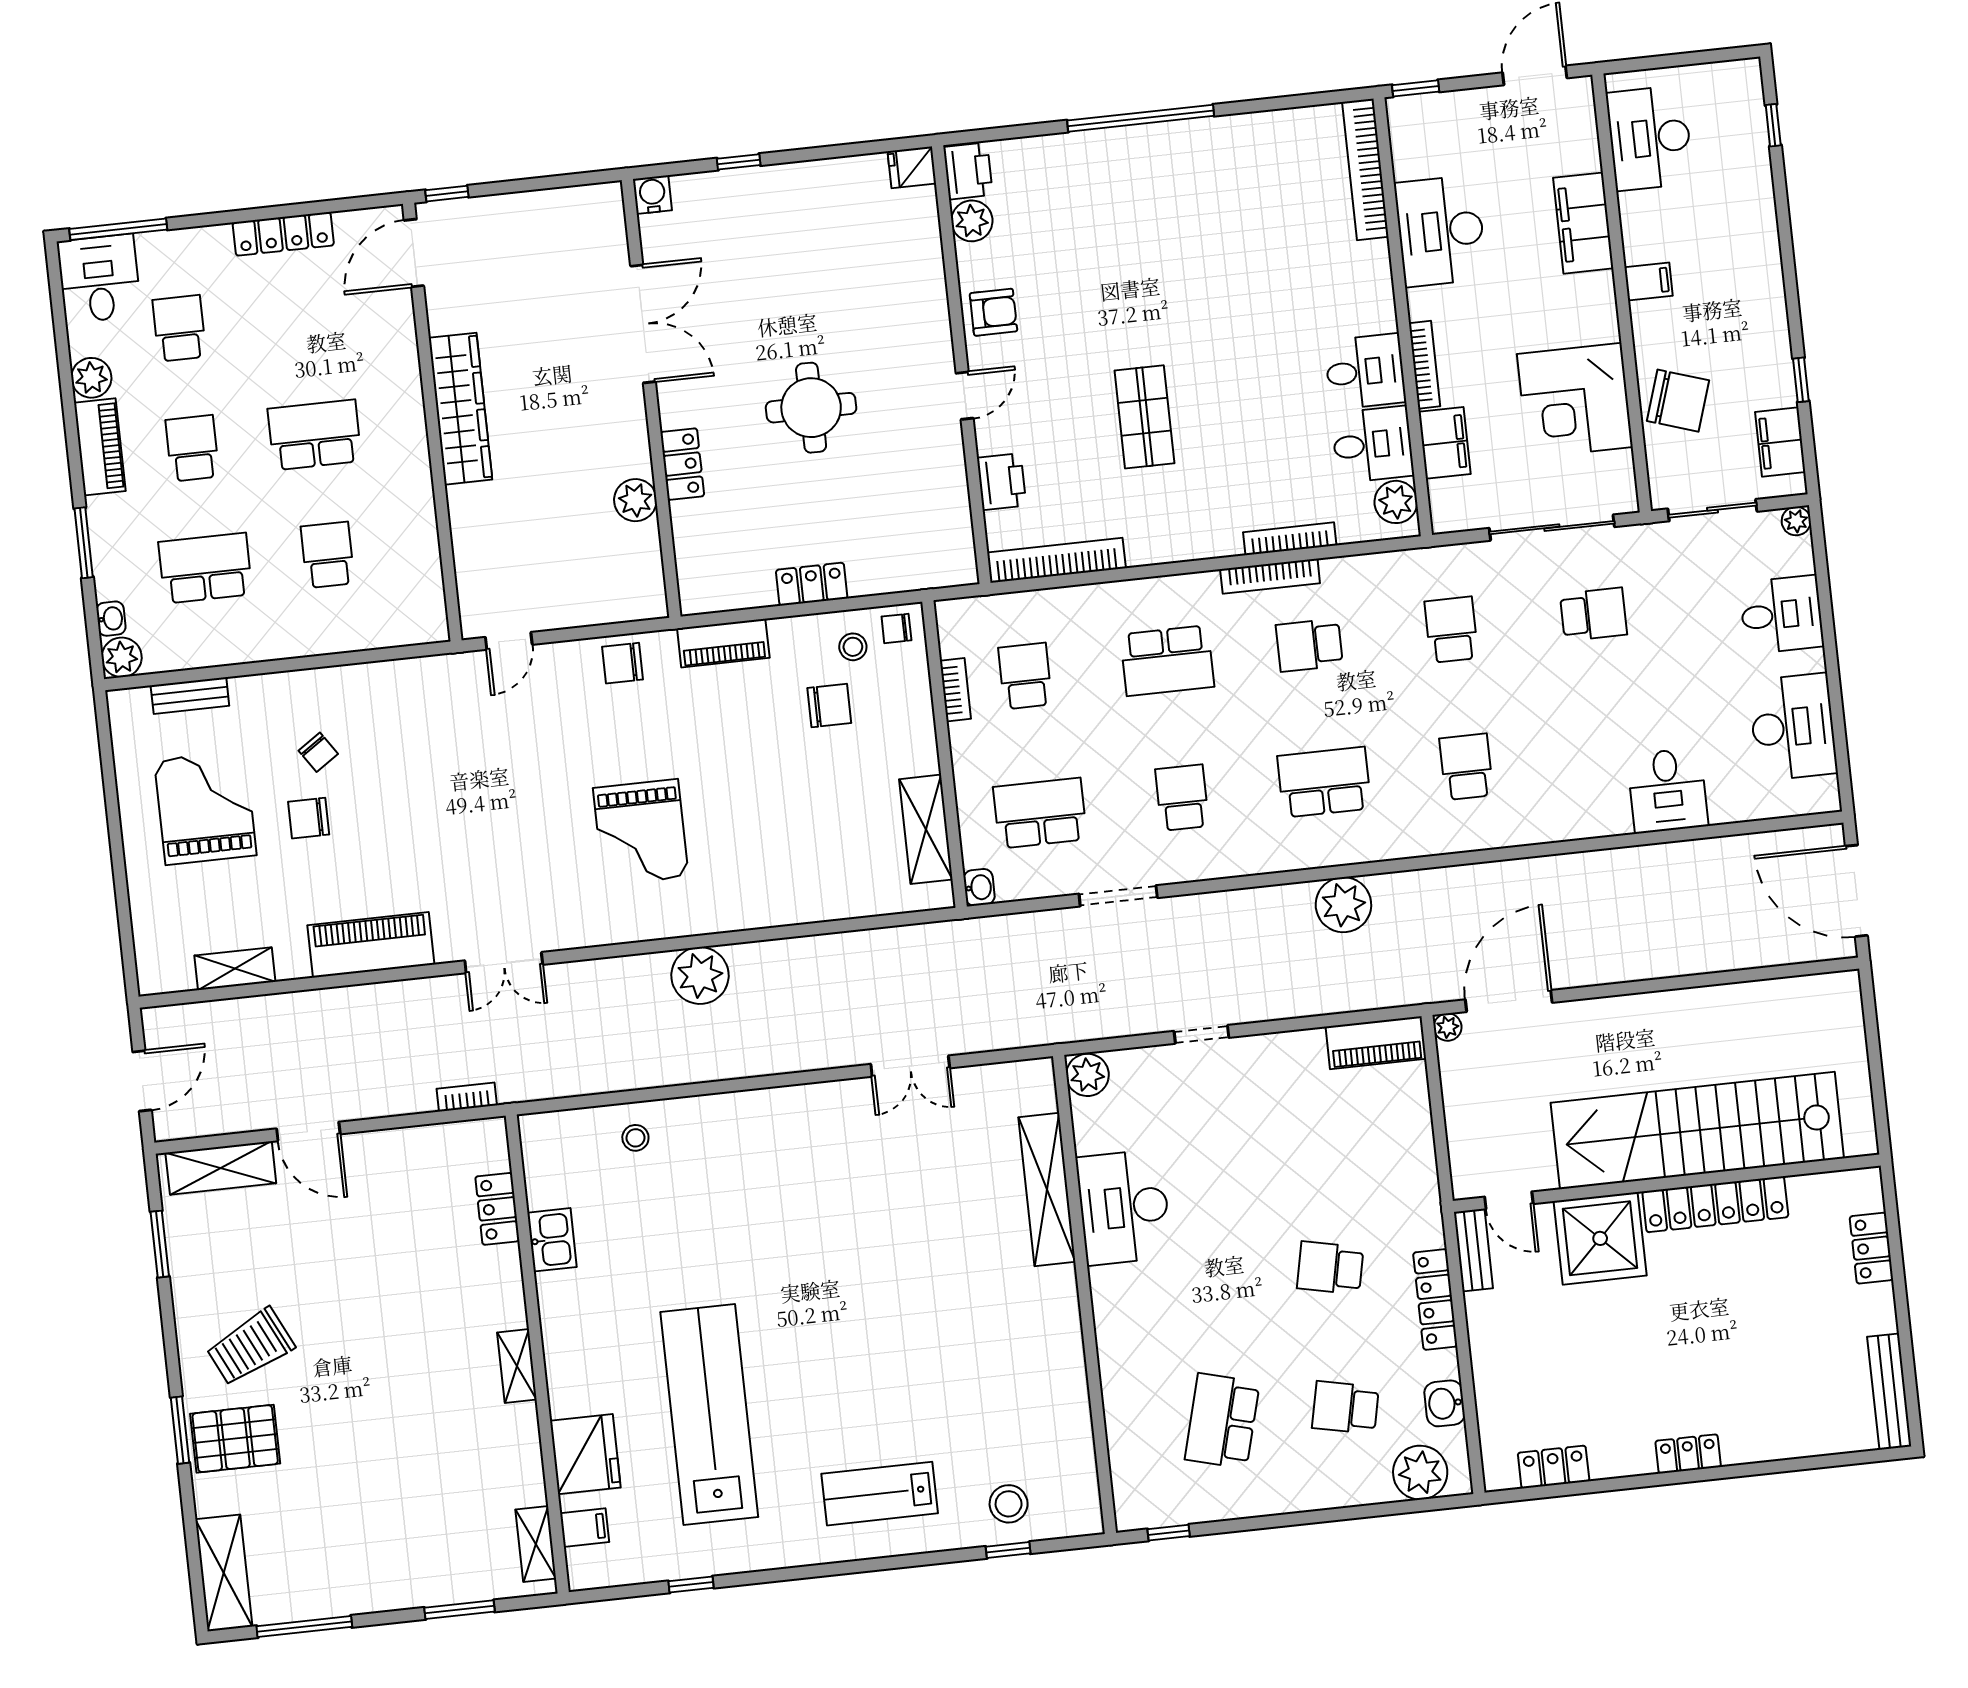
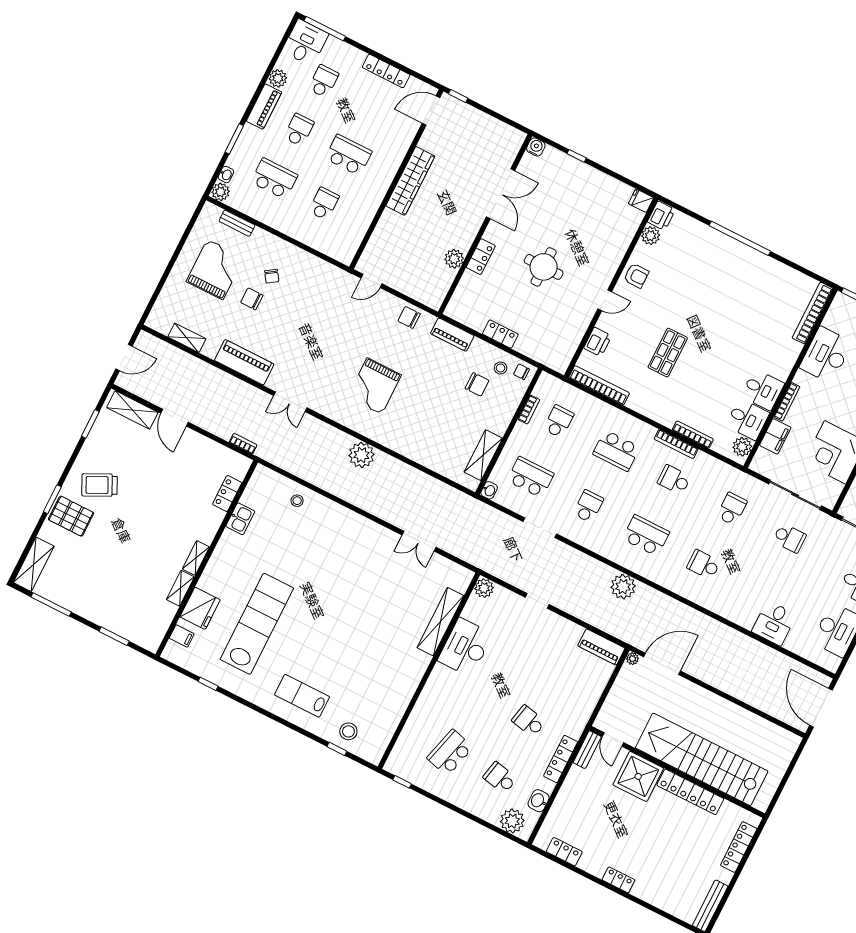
school desk: (1466, 767) -> (704, 565), turned -90
locker: (1871, 1248) -> (739, 847), width x1.53
shelving: (536, 1544) -> (180, 588), moved

